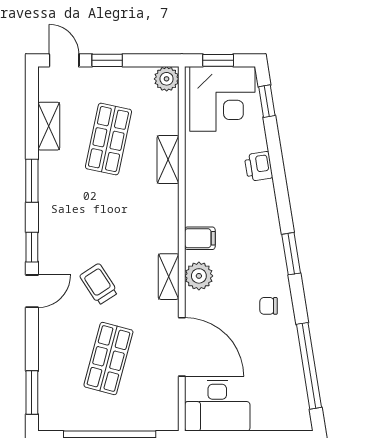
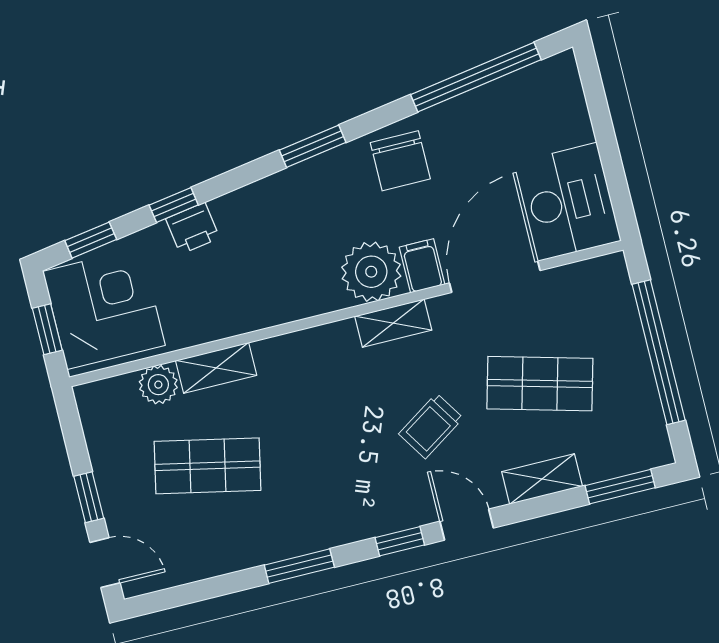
door: (64, 60) -> (105, 563), swing flipped
plant: (167, 79) -> (158, 385), moved
shelving: (49, 126) -> (542, 479), moved
window: (276, 158) -> (174, 205), added
filing cabinet: (200, 238) -> (422, 266), moved
plant: (199, 276) -> (371, 272), width x1.36, depth x1.36
chair: (269, 306) -> (400, 161), width x1.87, depth x1.87

